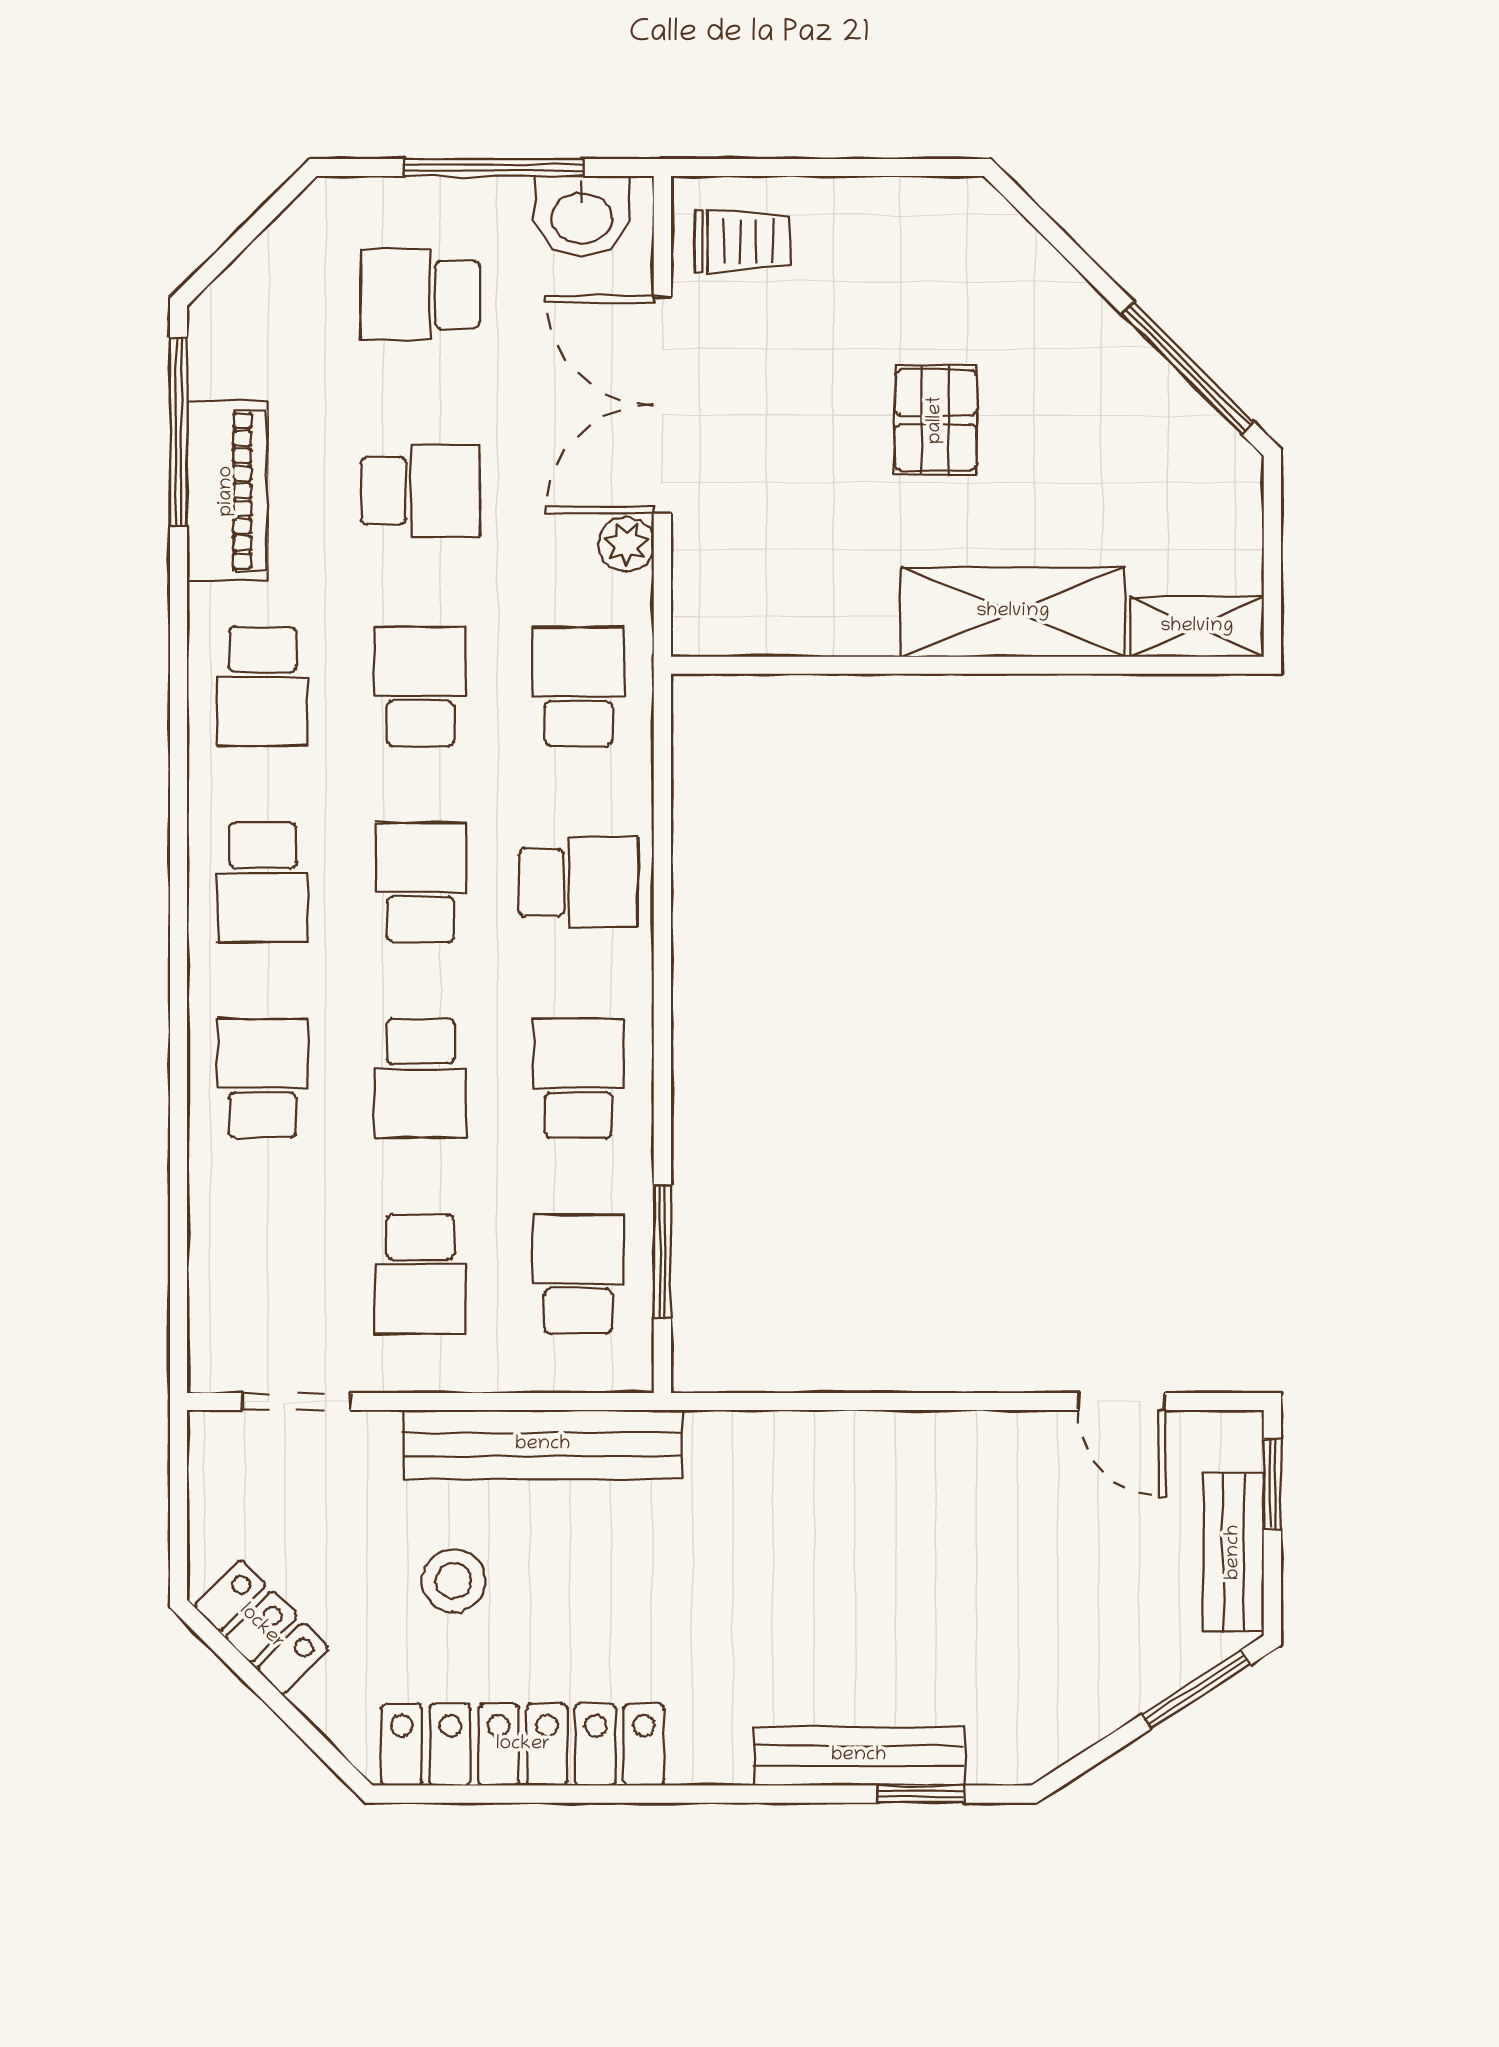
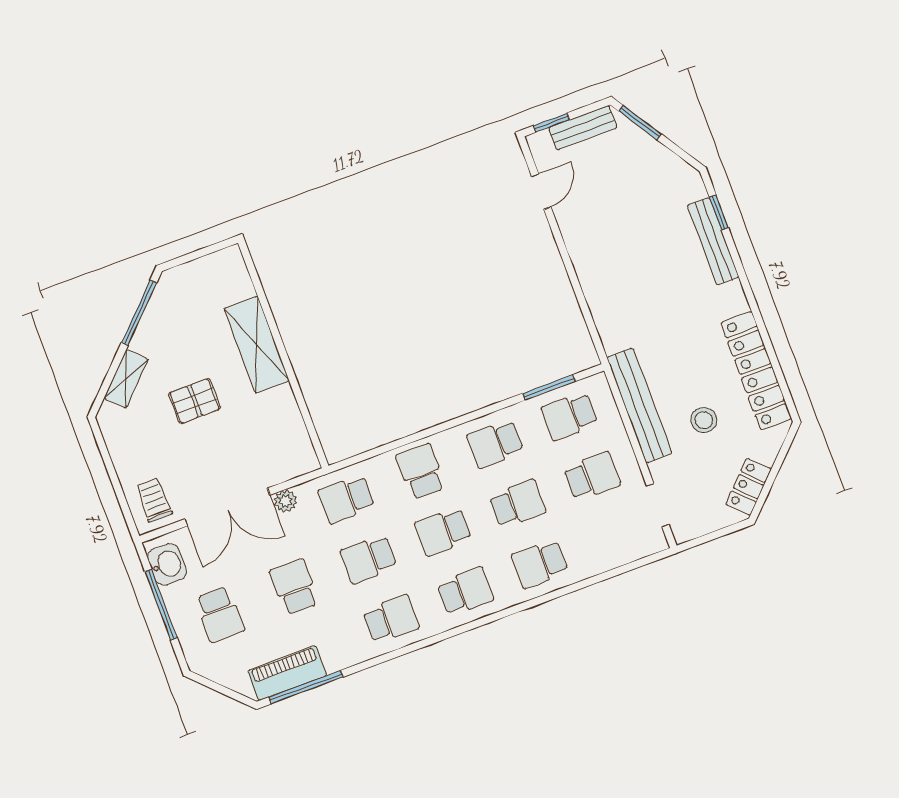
piano: (227, 491) -> (287, 673), moved
shelving: (1197, 627) -> (126, 379), moved, turned 45

